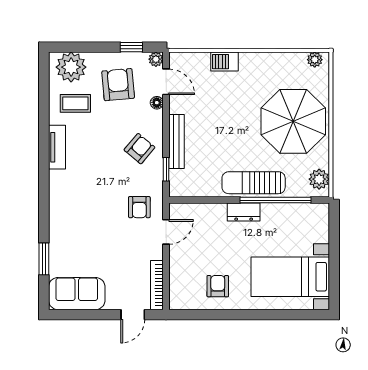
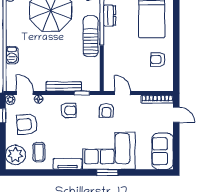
door: (166, 82) -> (25, 93), hinge flipped
armchair: (139, 149) -> (68, 110), turned 140
sun lounger: (254, 183) -> (91, 36), turned 180
armchair: (139, 207) -> (106, 110), turned 90
corner sofa: (77, 211) -> (109, 151), added
dresser: (244, 212) -> (110, 16), moved
window: (44, 259) -> (107, 173), moved

